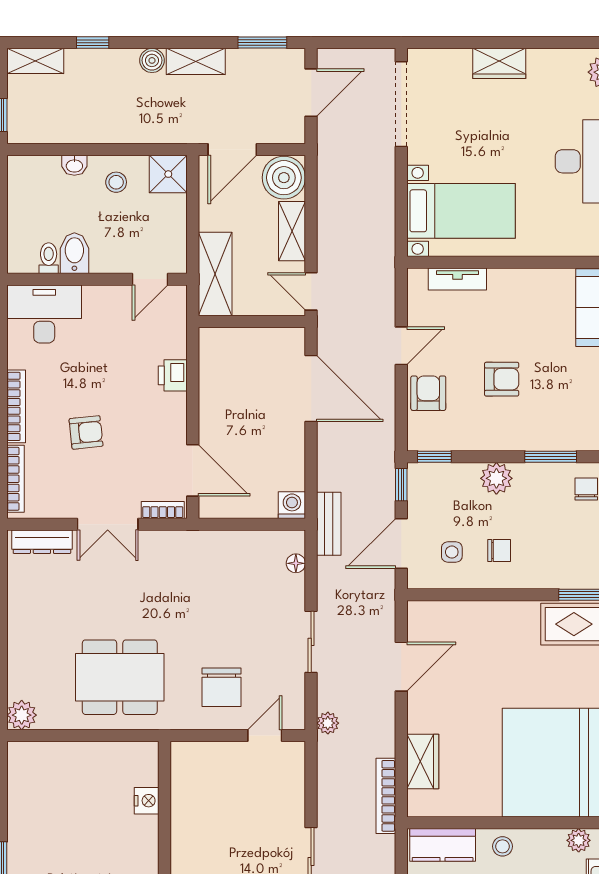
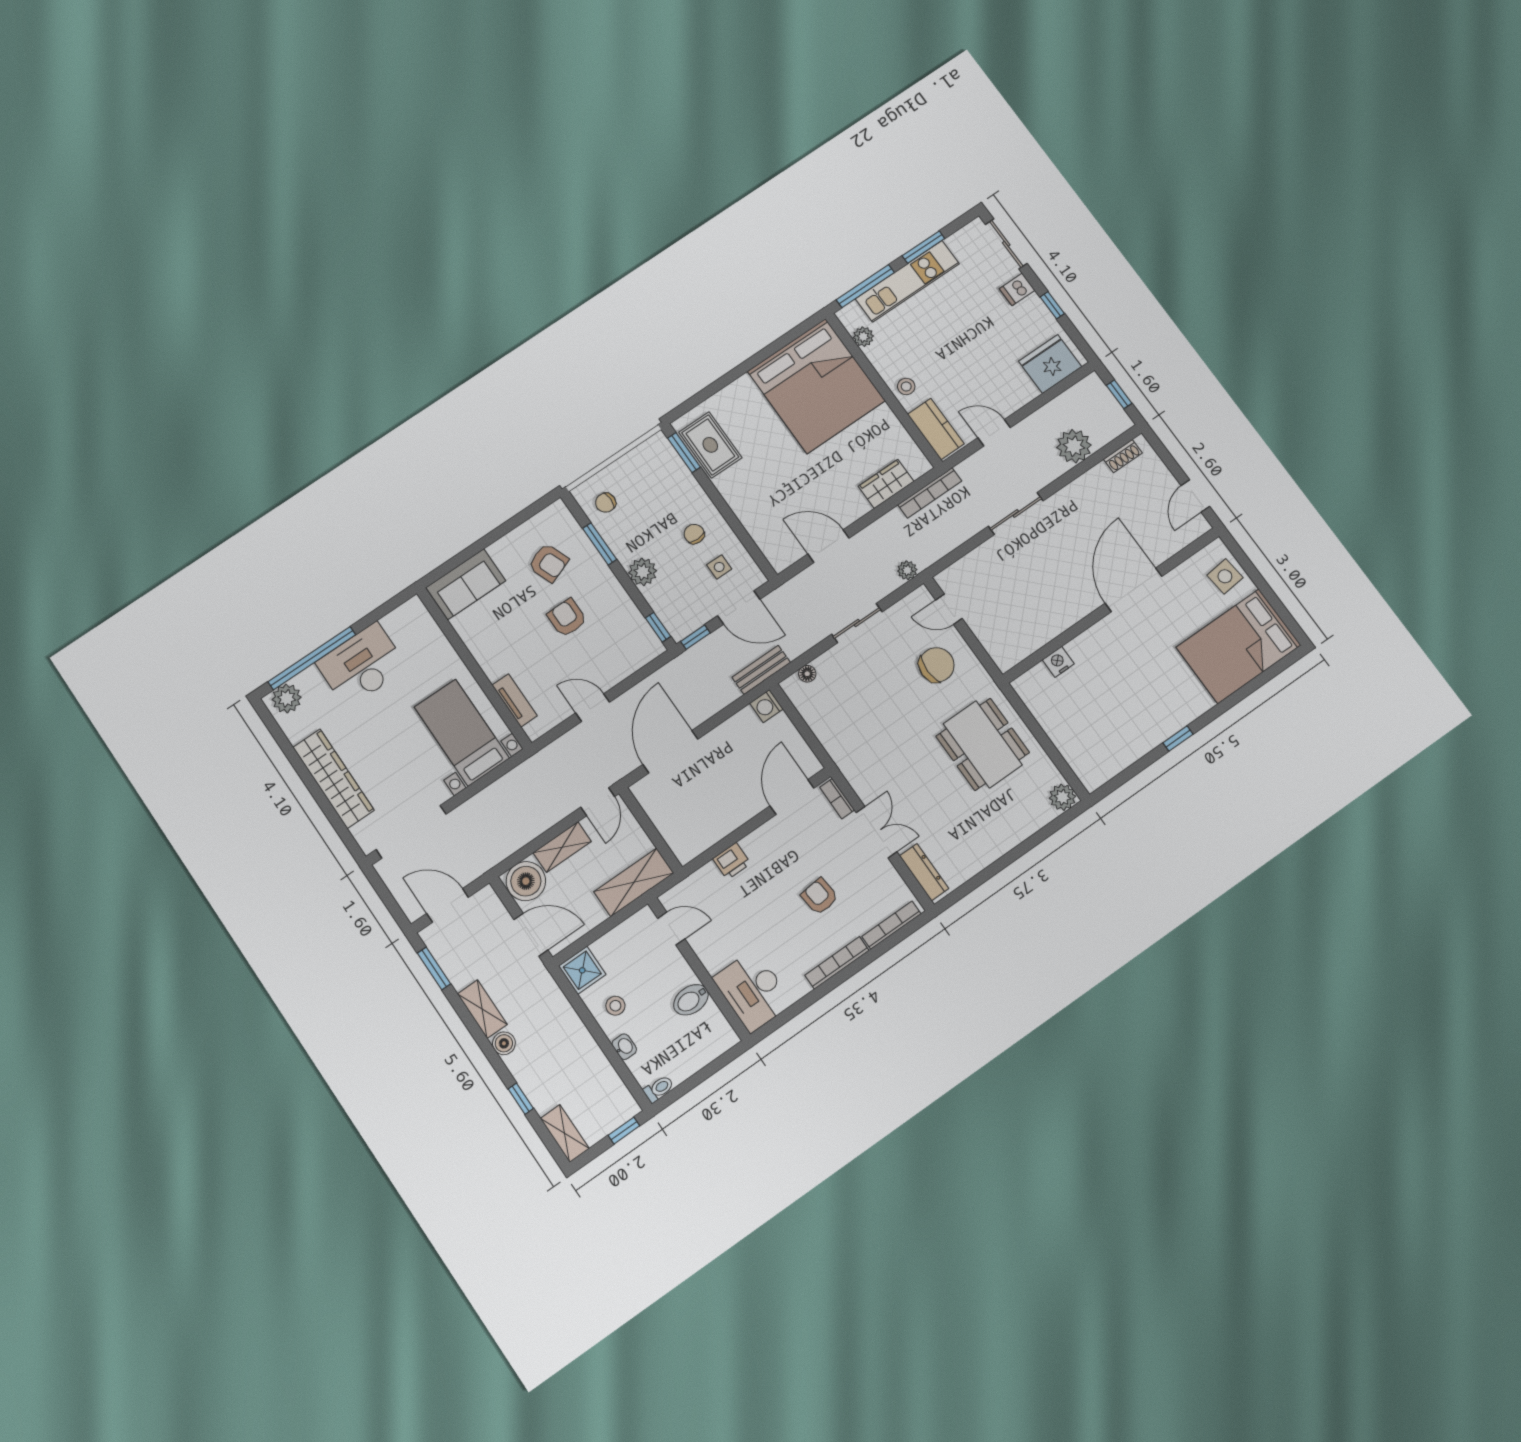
wardrobe: (499, 63) -> (334, 779), width x2.10, depth x1.17
toilet: (49, 258) -> (659, 1089), moved, turned 180
armchair: (428, 393) -> (548, 563), moved, turned -111

